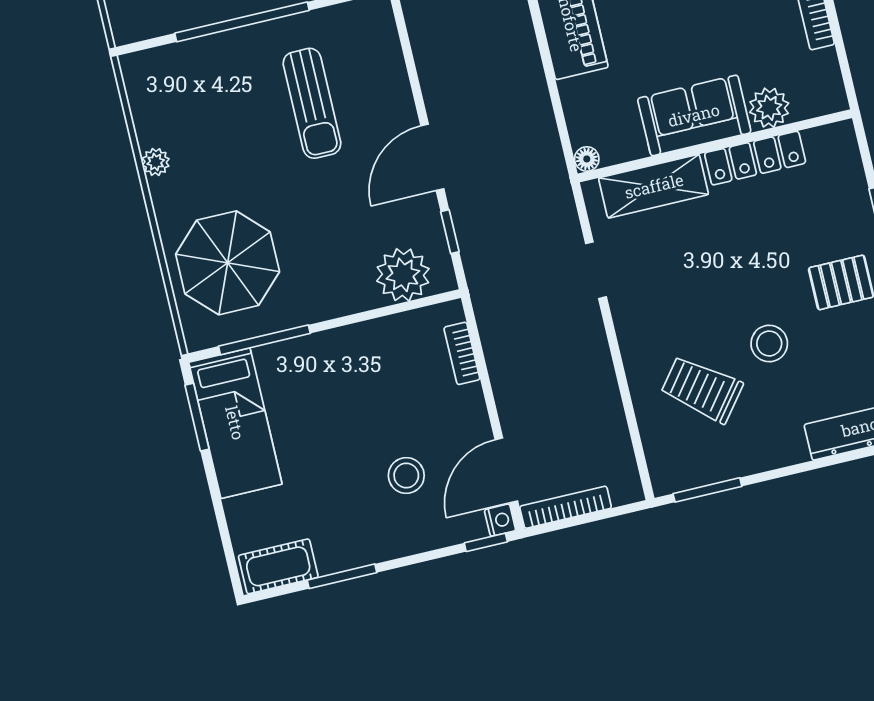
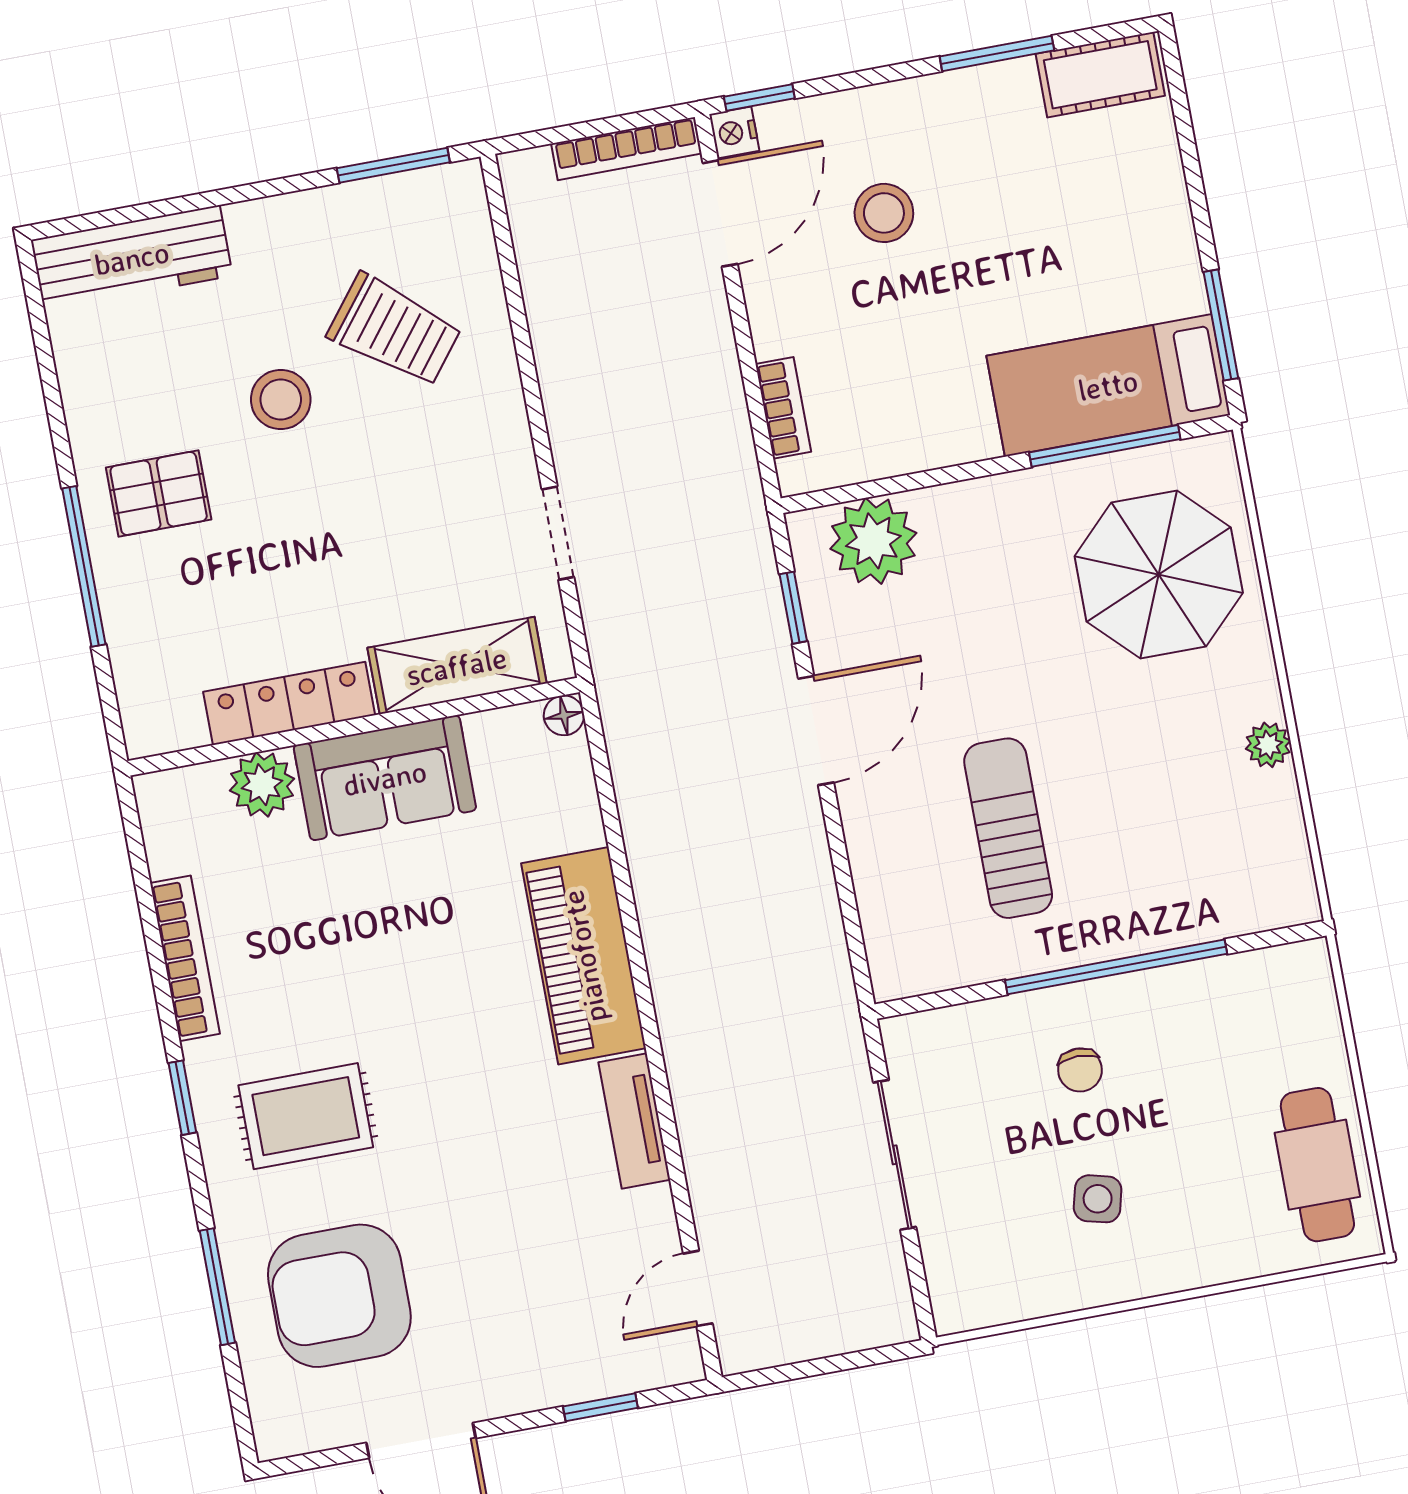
bed: (235, 423) -> (1108, 385), moved, turned -90

